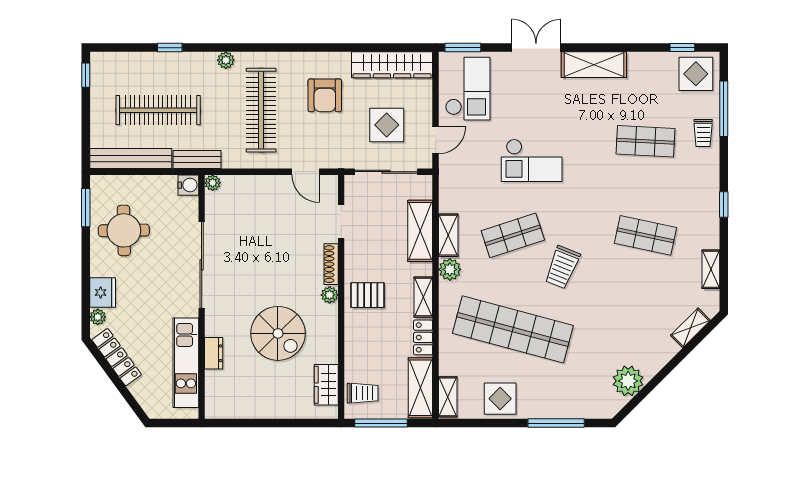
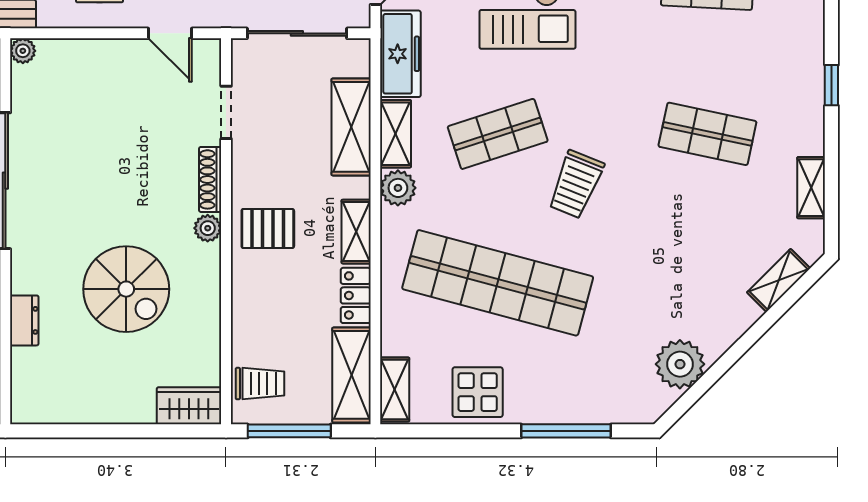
freezer: (451, 185) -> (400, 54), added
wardrobe: (326, 385) -> (189, 406), moved, turned 90

